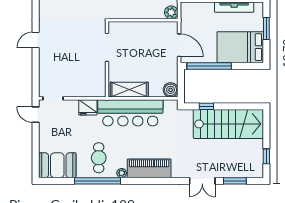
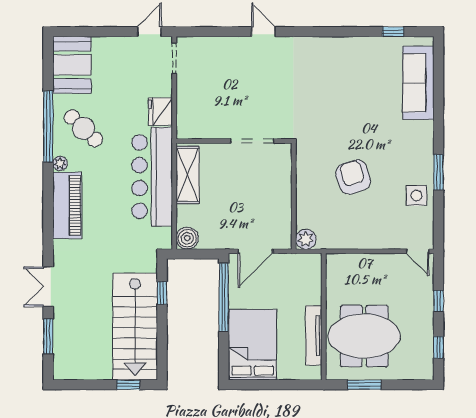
window: (266, 29) -> (281, 385), removed
window: (266, 156) -> (128, 385), moved
cafe table: (99, 158) -> (83, 128), turned 44

